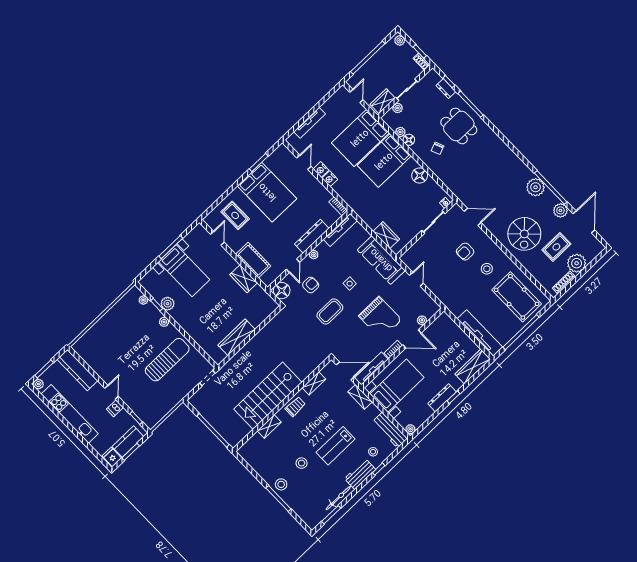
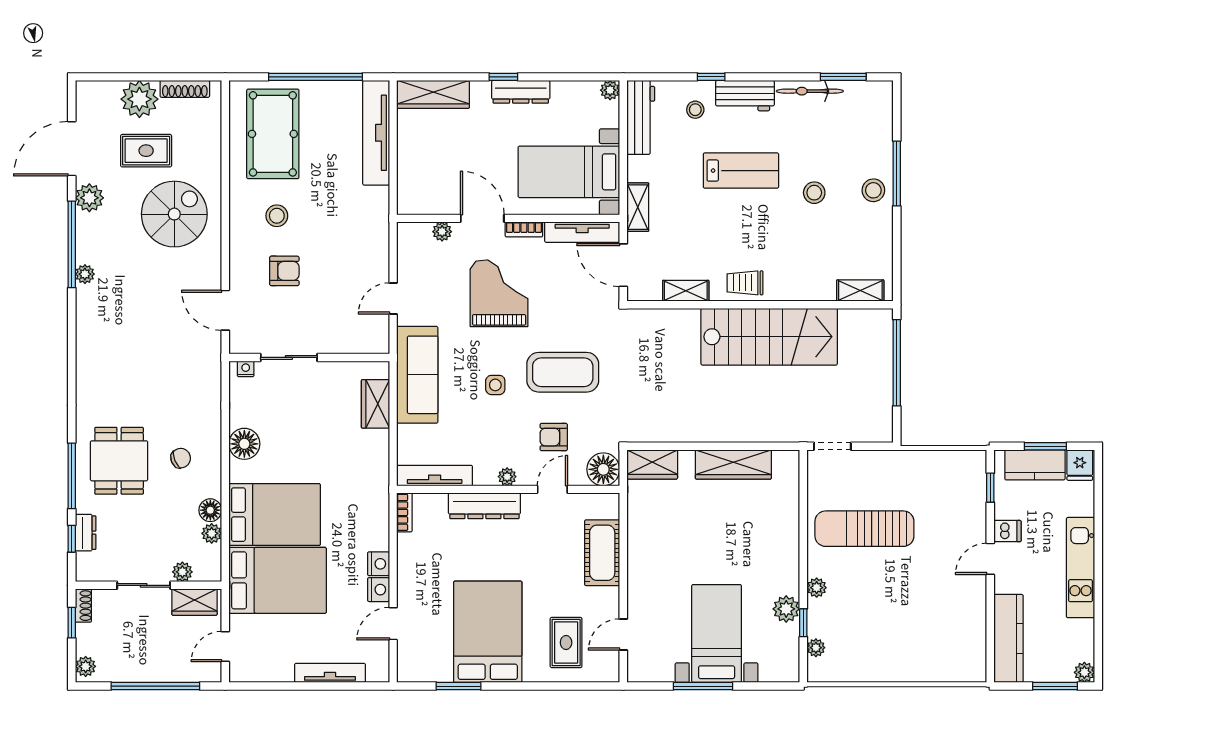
plant: (536, 187) -> (85, 274), width x0.53, depth x0.53
wardrobe: (244, 279) -> (652, 464), moved, turned 90
coffee table: (330, 311) -> (563, 372), width x1.36, depth x1.32
kitchen unit: (70, 414) -> (1081, 568), width x0.73
shelving: (269, 426) -> (860, 291), moved

